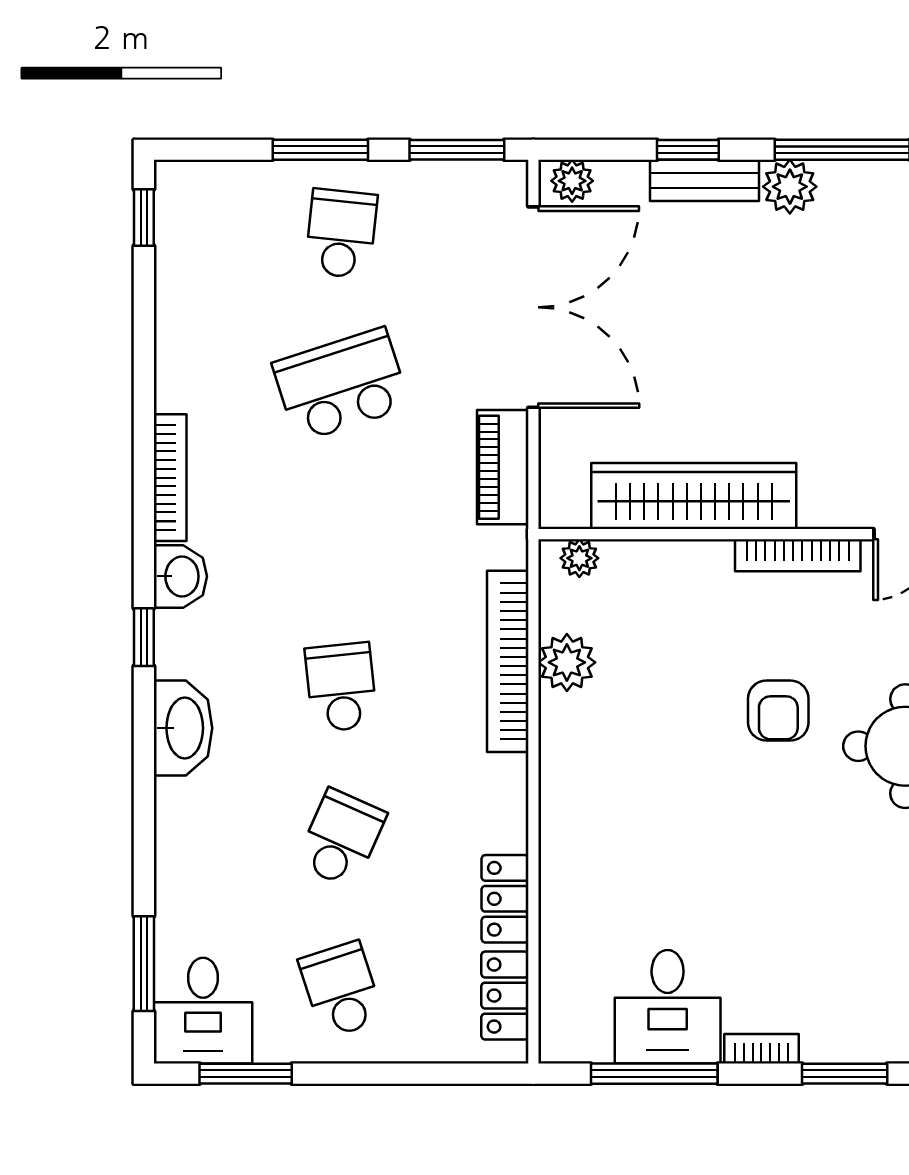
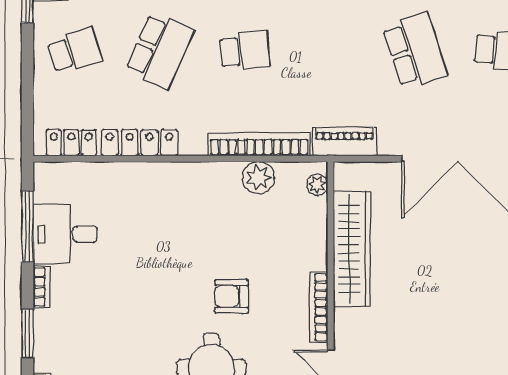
piano: (503, 467) -> (345, 142), moved
school desk: (341, 838) -> (160, 51), width x1.85
locker: (505, 899) -> (139, 143), width x1.53

